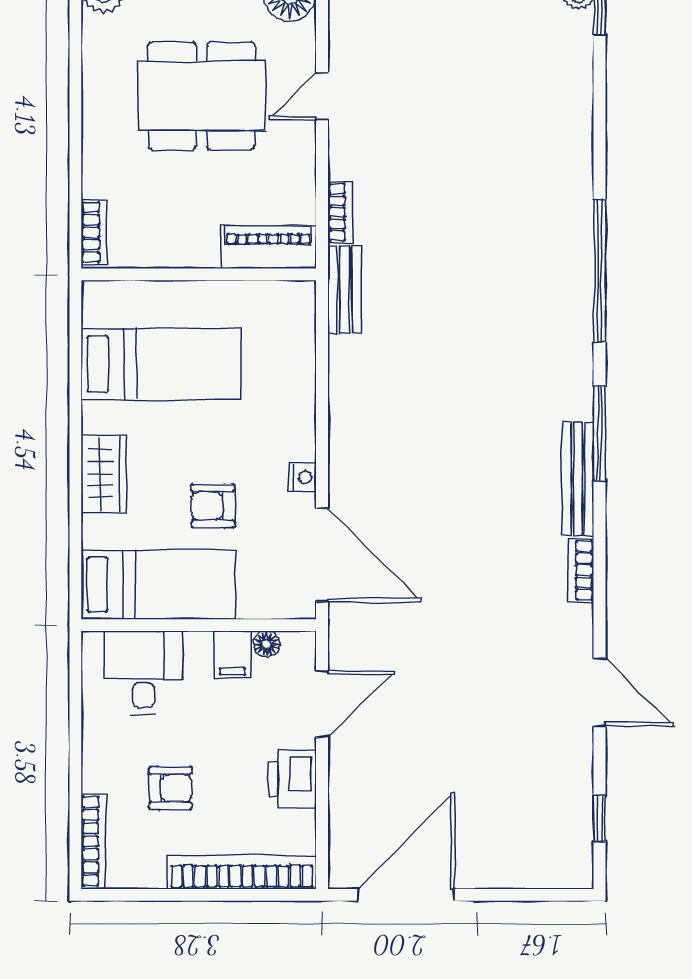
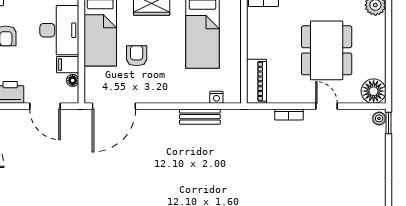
bookcase: (340, 212) -> (289, 114), moved
bench: (345, 290) -> (200, 117), moved
nightstand: (303, 477) -> (216, 97), moved
desk: (143, 673) -> (59, 30), width x1.37

